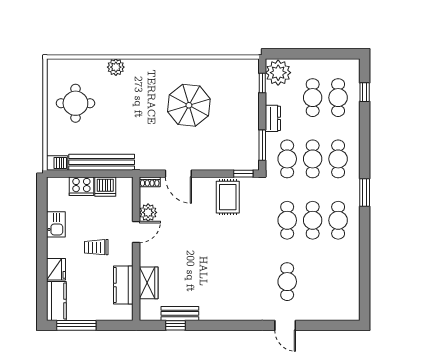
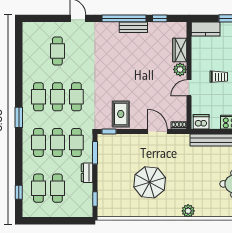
plant: (116, 67) -> (188, 211), moved
plant: (278, 73) -> (83, 207), removed
dishwasher: (105, 187) -> (201, 122), moved
plant: (148, 212) -> (180, 69), moved
cafe table: (287, 282) -> (57, 51), moved
kitchen counter: (123, 285) -> (206, 29), moved, turned 90
bench: (180, 313) -> (133, 27), moved
window: (223, 325) -> (124, 18), added

